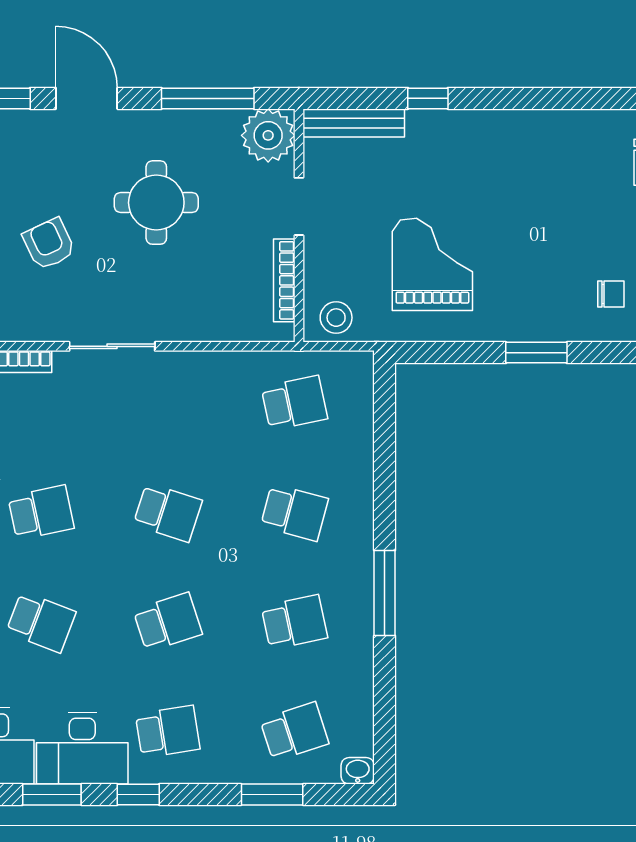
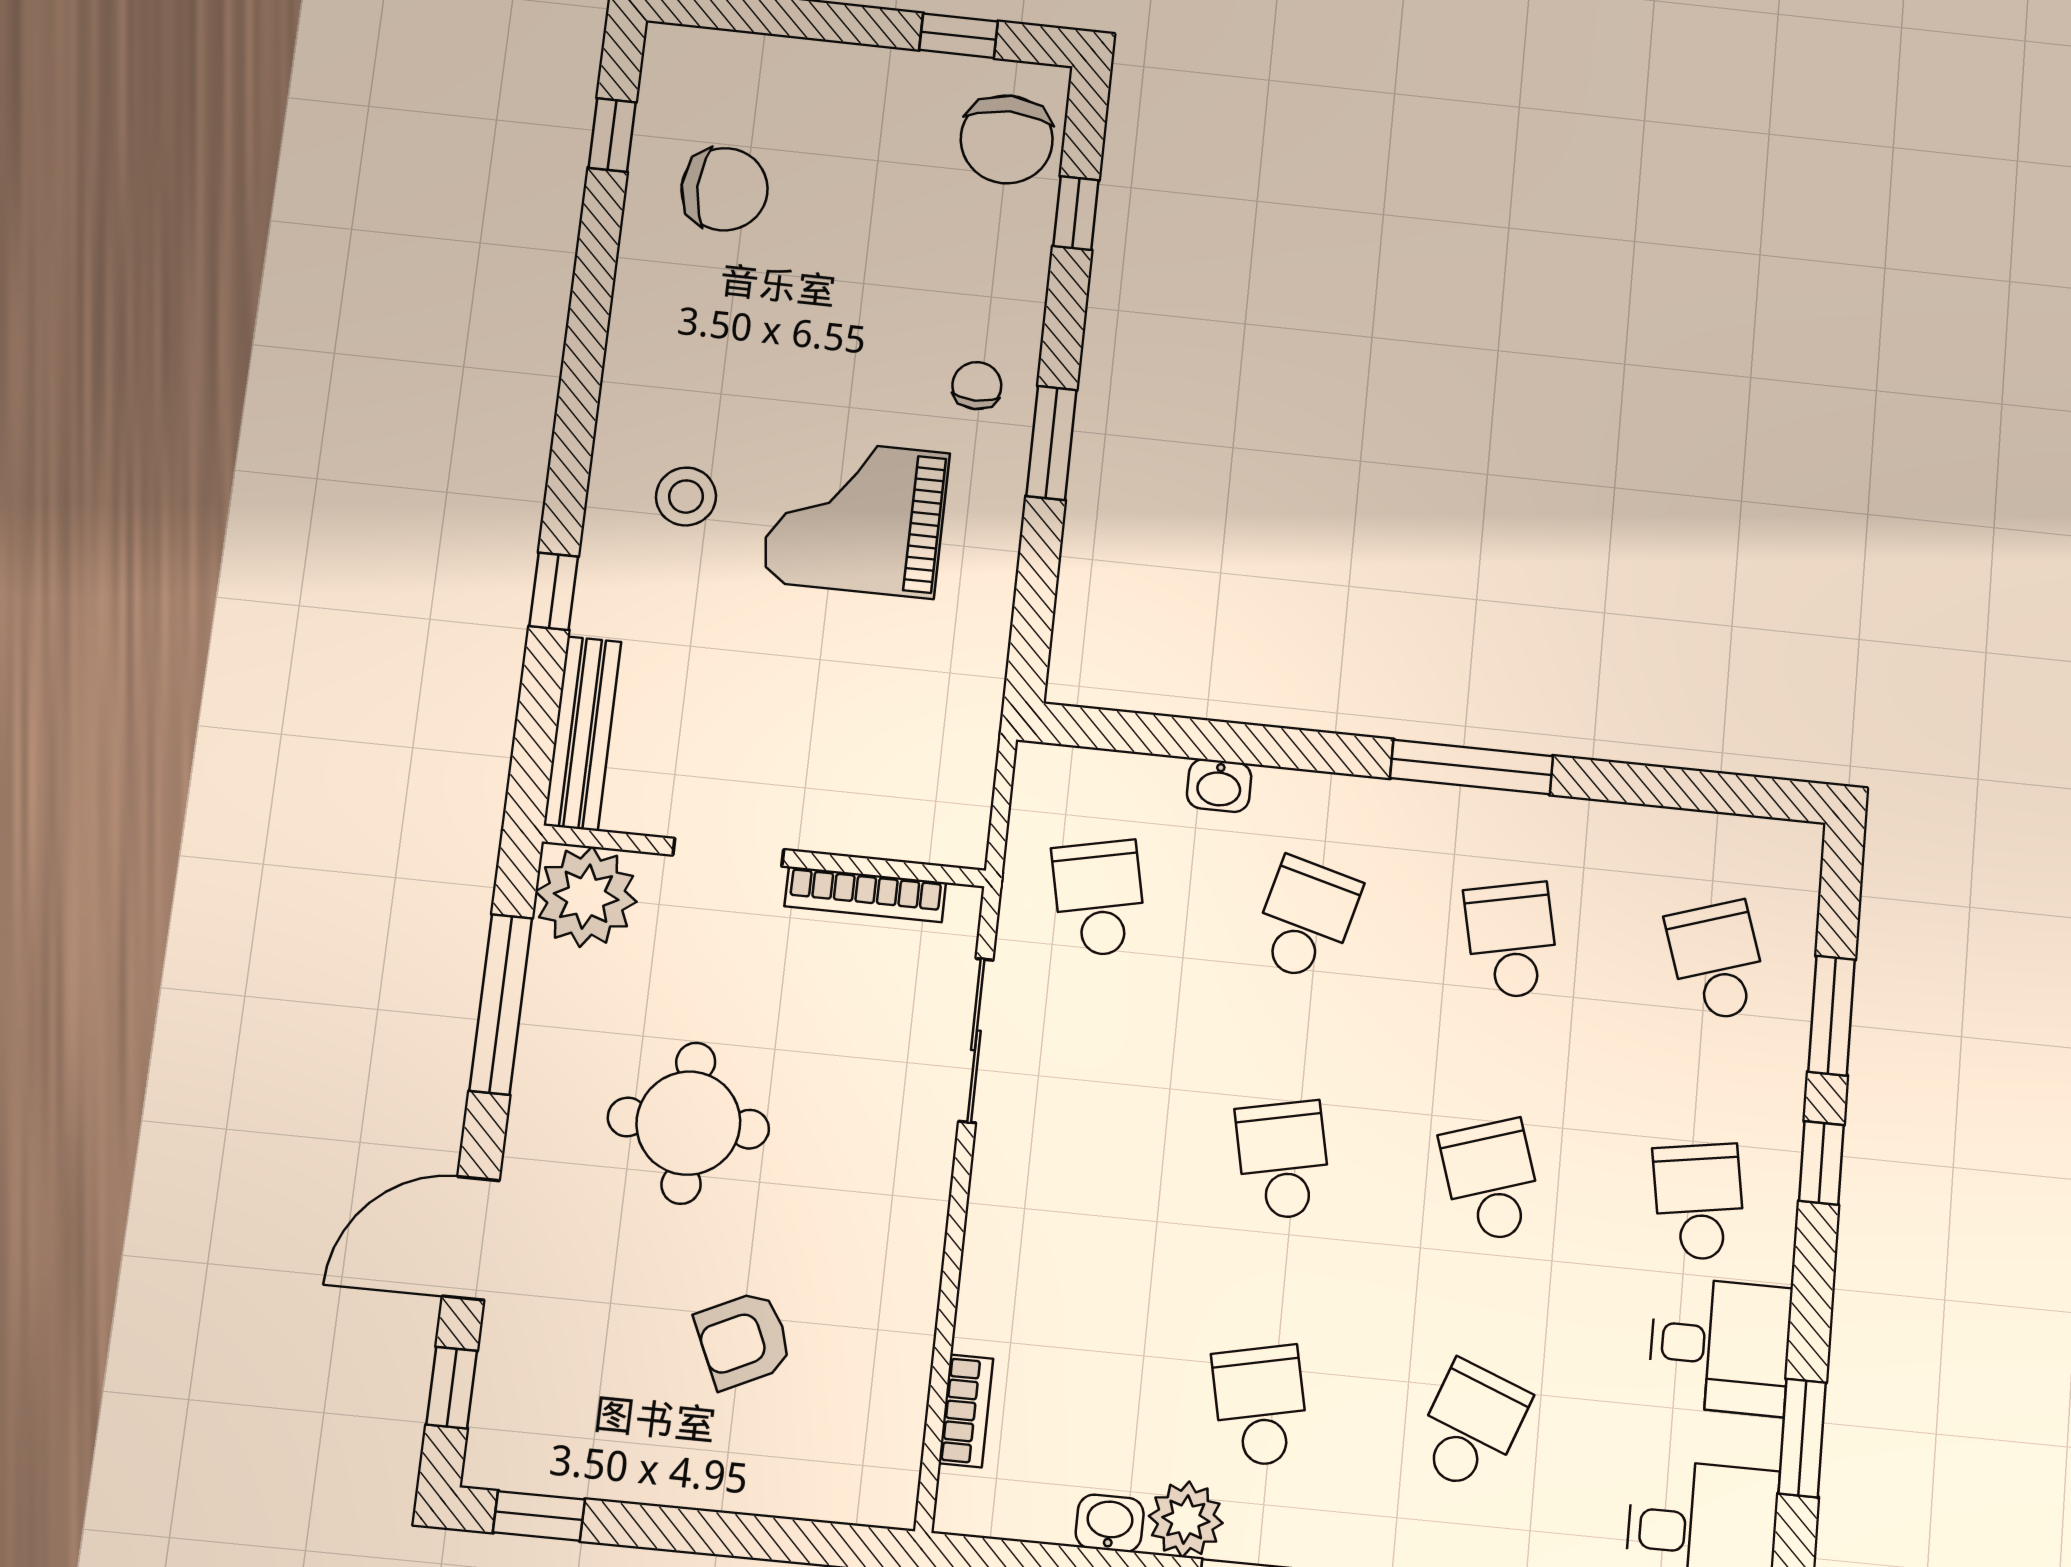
grand piano: (432, 264) -> (856, 517), moved
chair: (611, 294) -> (977, 386), moved
stool: (336, 318) -> (686, 496), moved
sliding door: (112, 346) -> (976, 1040), moved
school desk: (168, 513) -> (1283, 1160), turned -30
desk: (82, 748) -> (1720, 1346), width x0.73
washbasin: (358, 771) -> (1219, 785), moved, turned -90
window: (138, 795) -> (1821, 1163), moved

